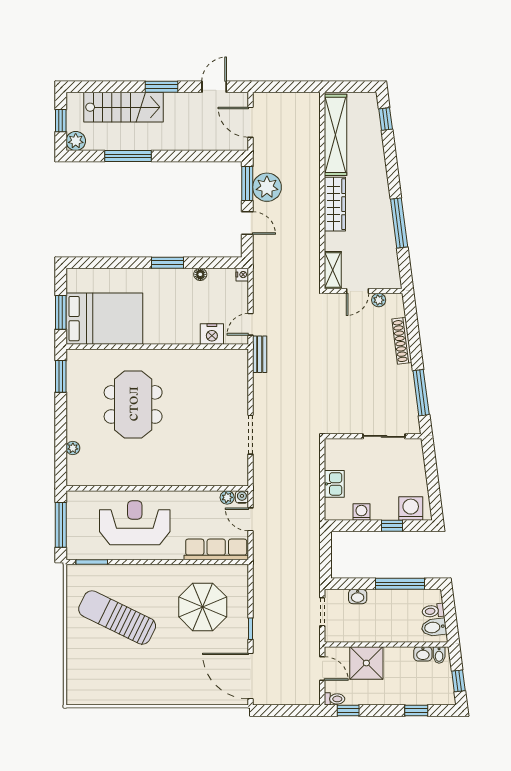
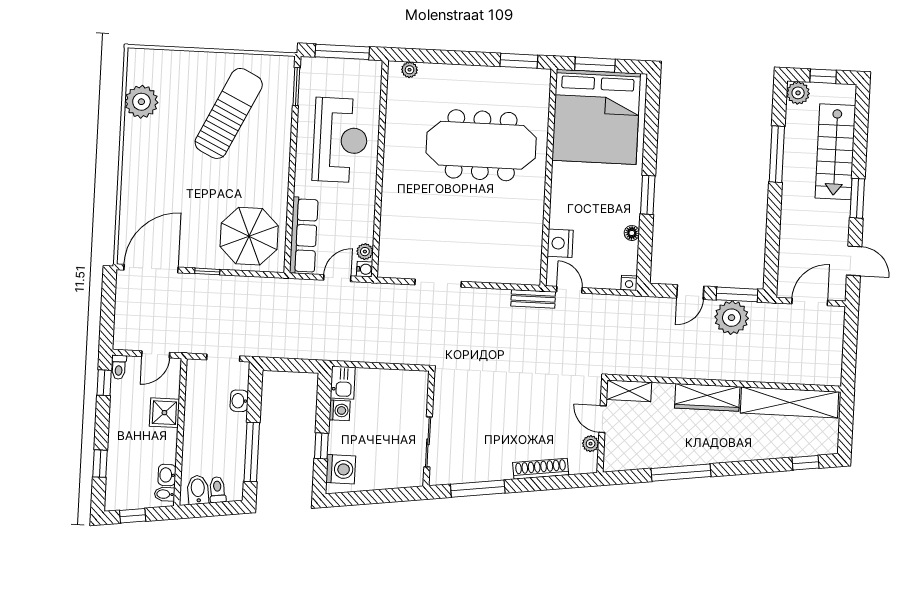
bed: (104, 319) -> (596, 117), width x1.36
meeting table: (133, 404) -> (481, 145), width x1.36
plant: (73, 448) -> (409, 70), moved
kitchen sink: (334, 484) -> (343, 383), moved, turned -90
parasol: (203, 607) -> (249, 236), moved
shower: (366, 663) -> (164, 413), width x0.73, depth x0.73
plant: (111, 691) -> (141, 102), added

